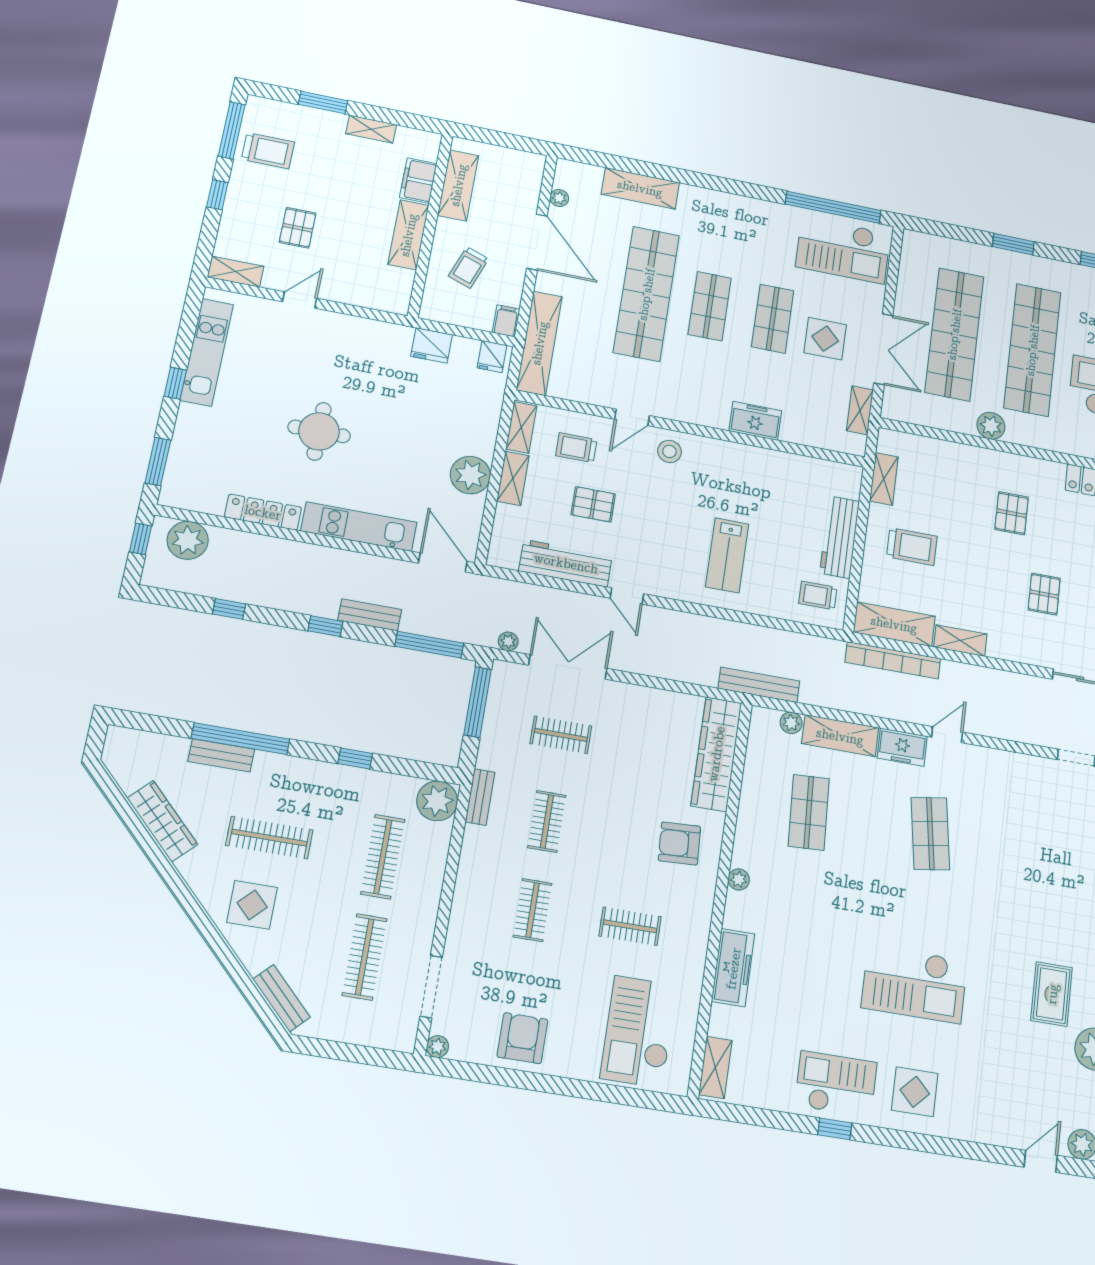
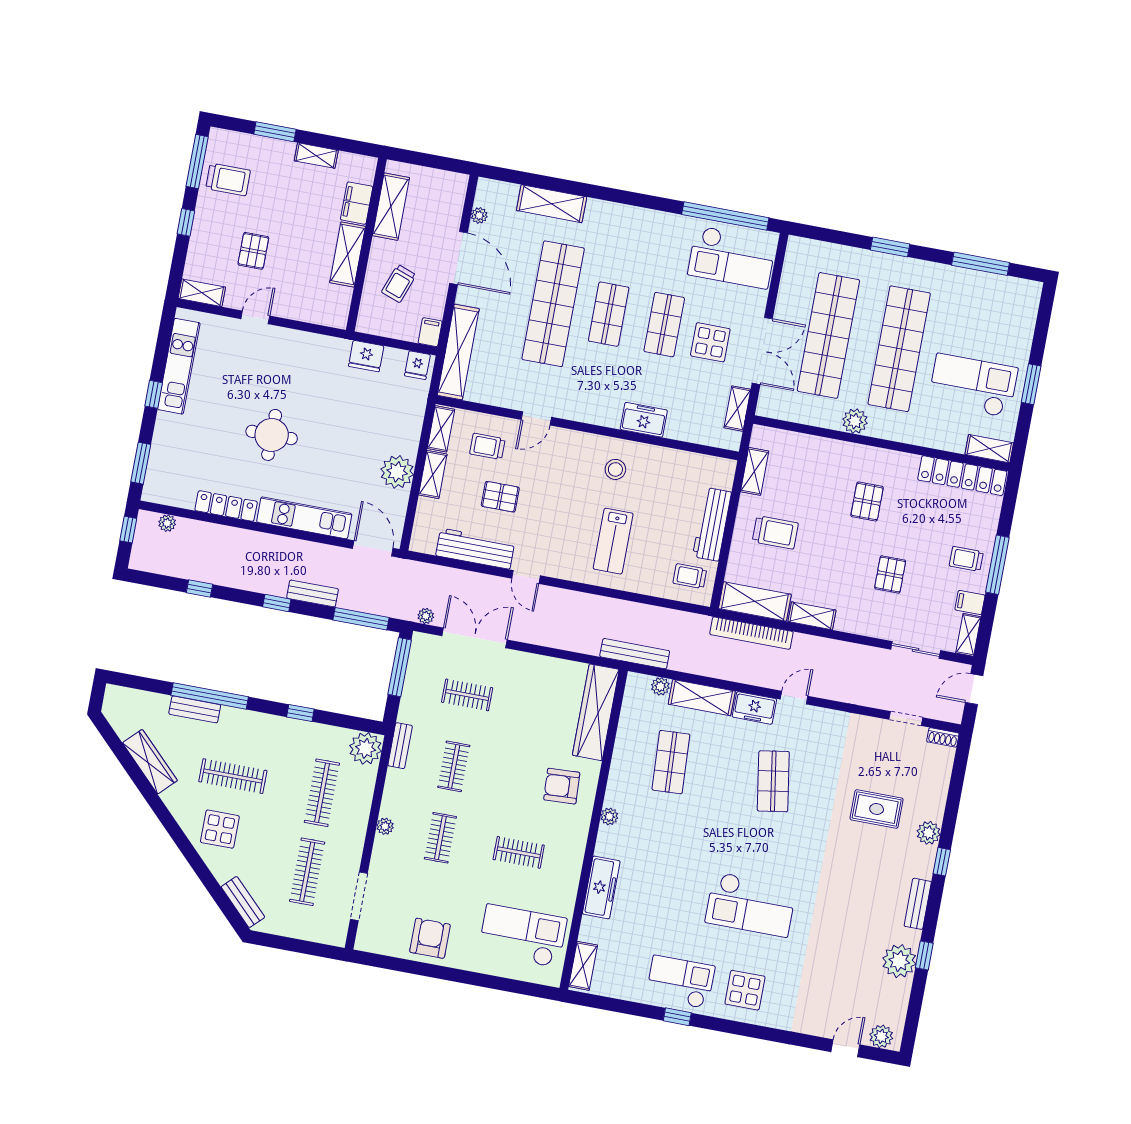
stool: (670, 451) -> (615, 469), moved
plant: (188, 540) -> (167, 523), width x0.53, depth x0.53
rug: (1052, 994) -> (877, 809), moved, turned 90
checkout: (639, 1032) -> (522, 936), turned 90
plant: (437, 1047) -> (385, 826), moved

